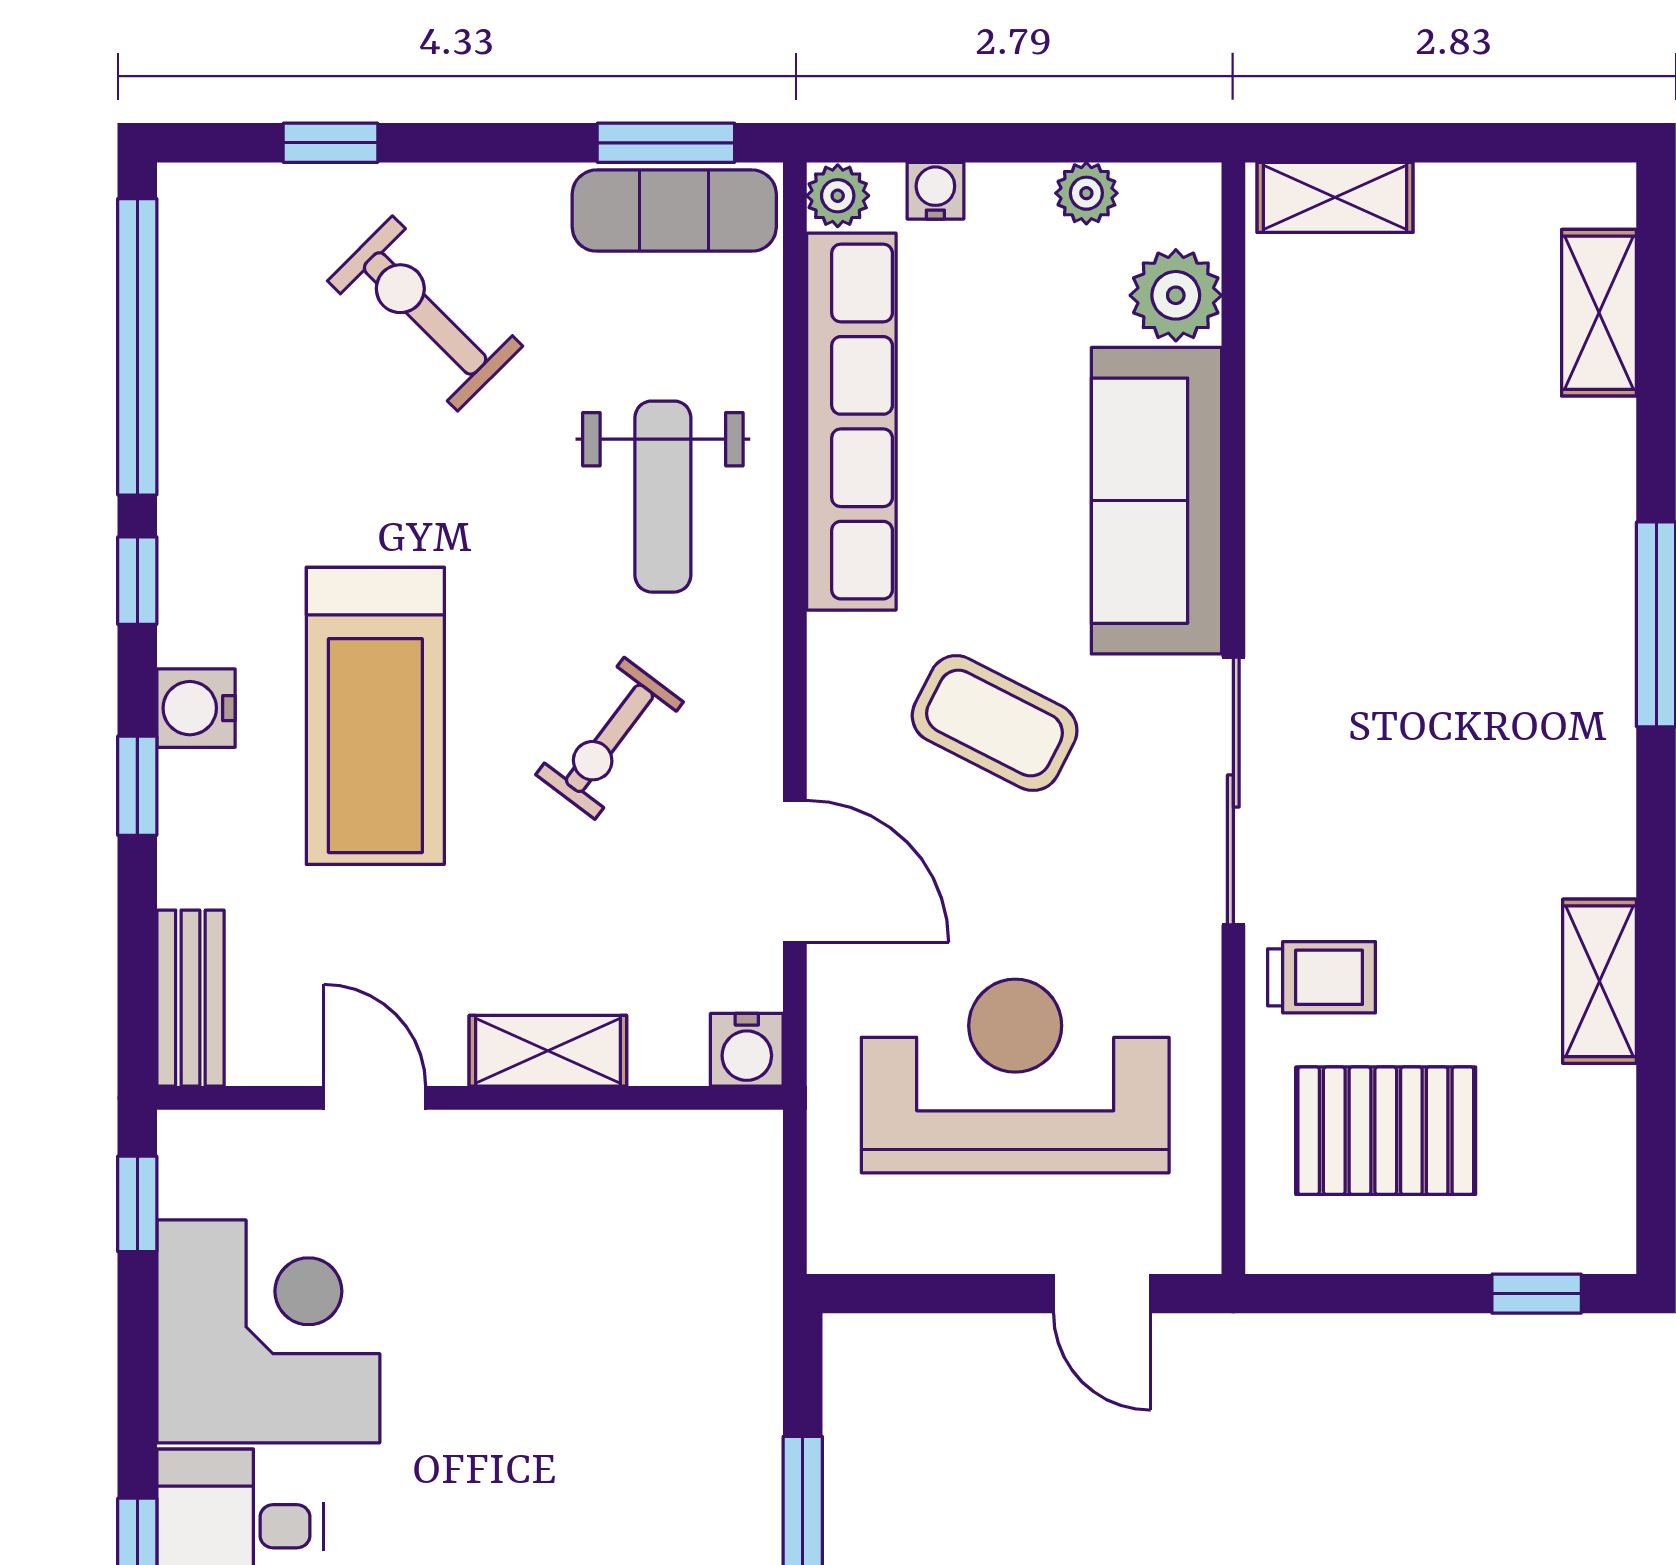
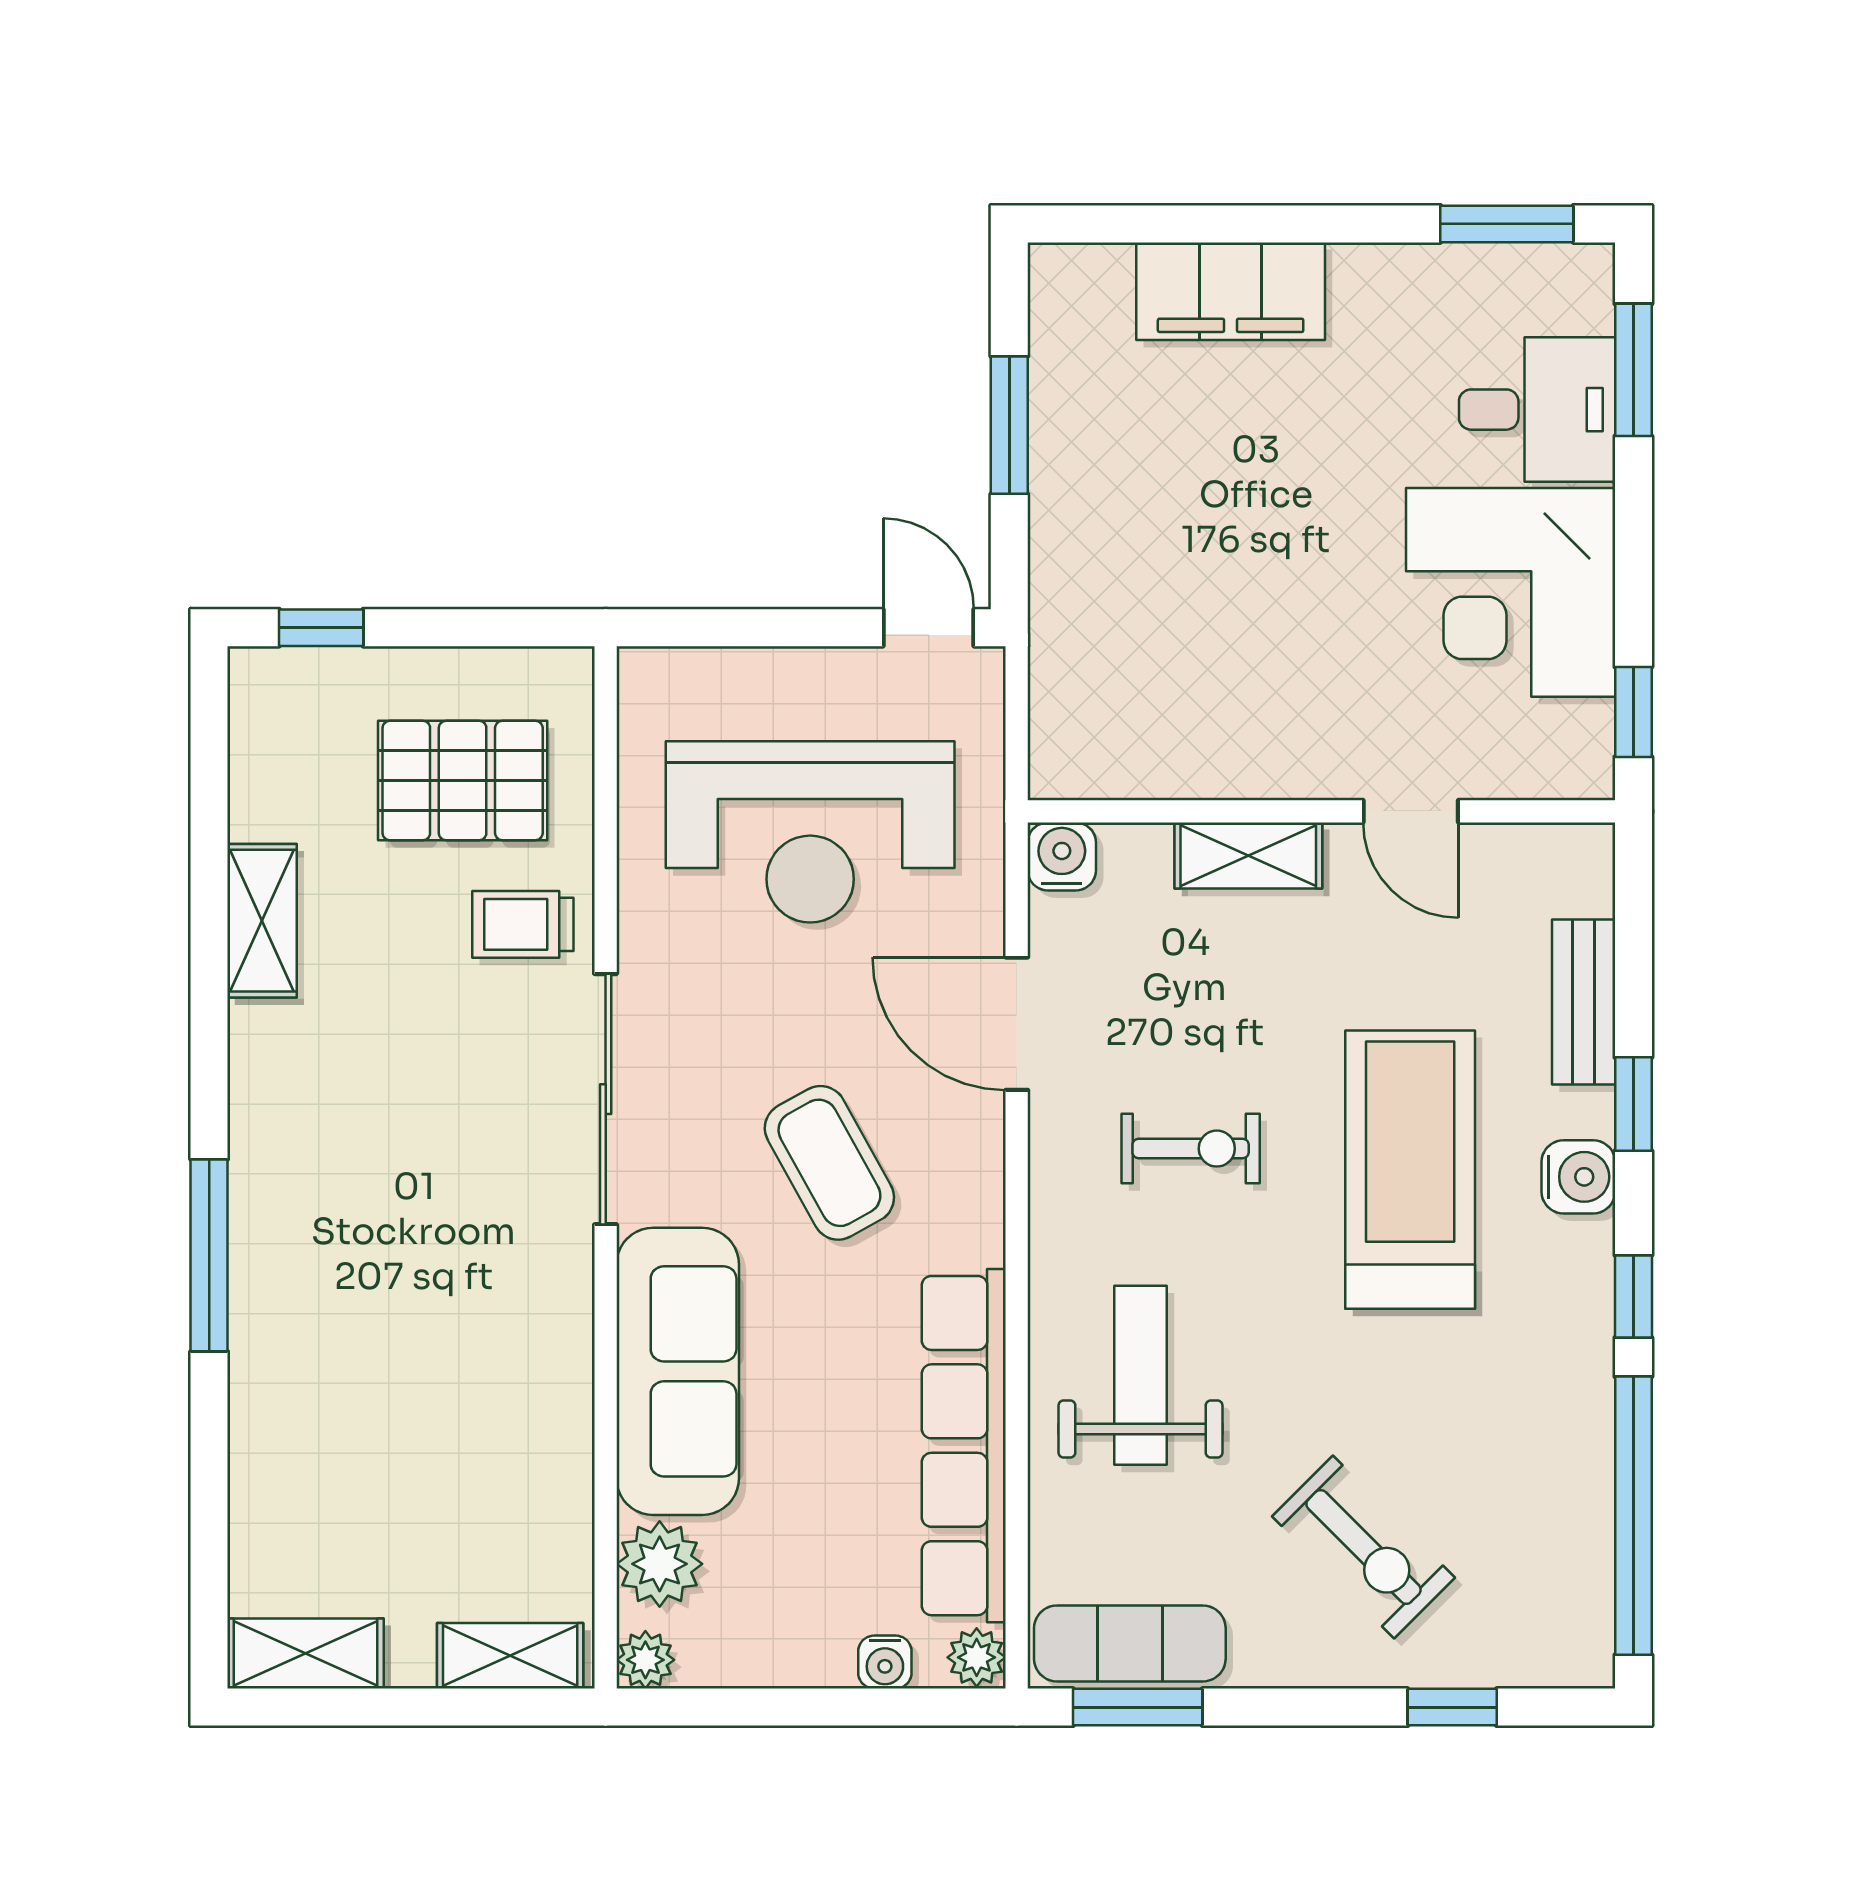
plant: (1086, 193) -> (645, 1660), moved
shelving: (1599, 313) -> (306, 1654), moved, turned 90
coffee table: (995, 723) -> (829, 1163), turned 34
exercise bike: (609, 738) -> (1191, 1149), turned 53
bench: (190, 998) -> (1584, 1002), moved
door: (1102, 1294) -> (928, 628), moved

